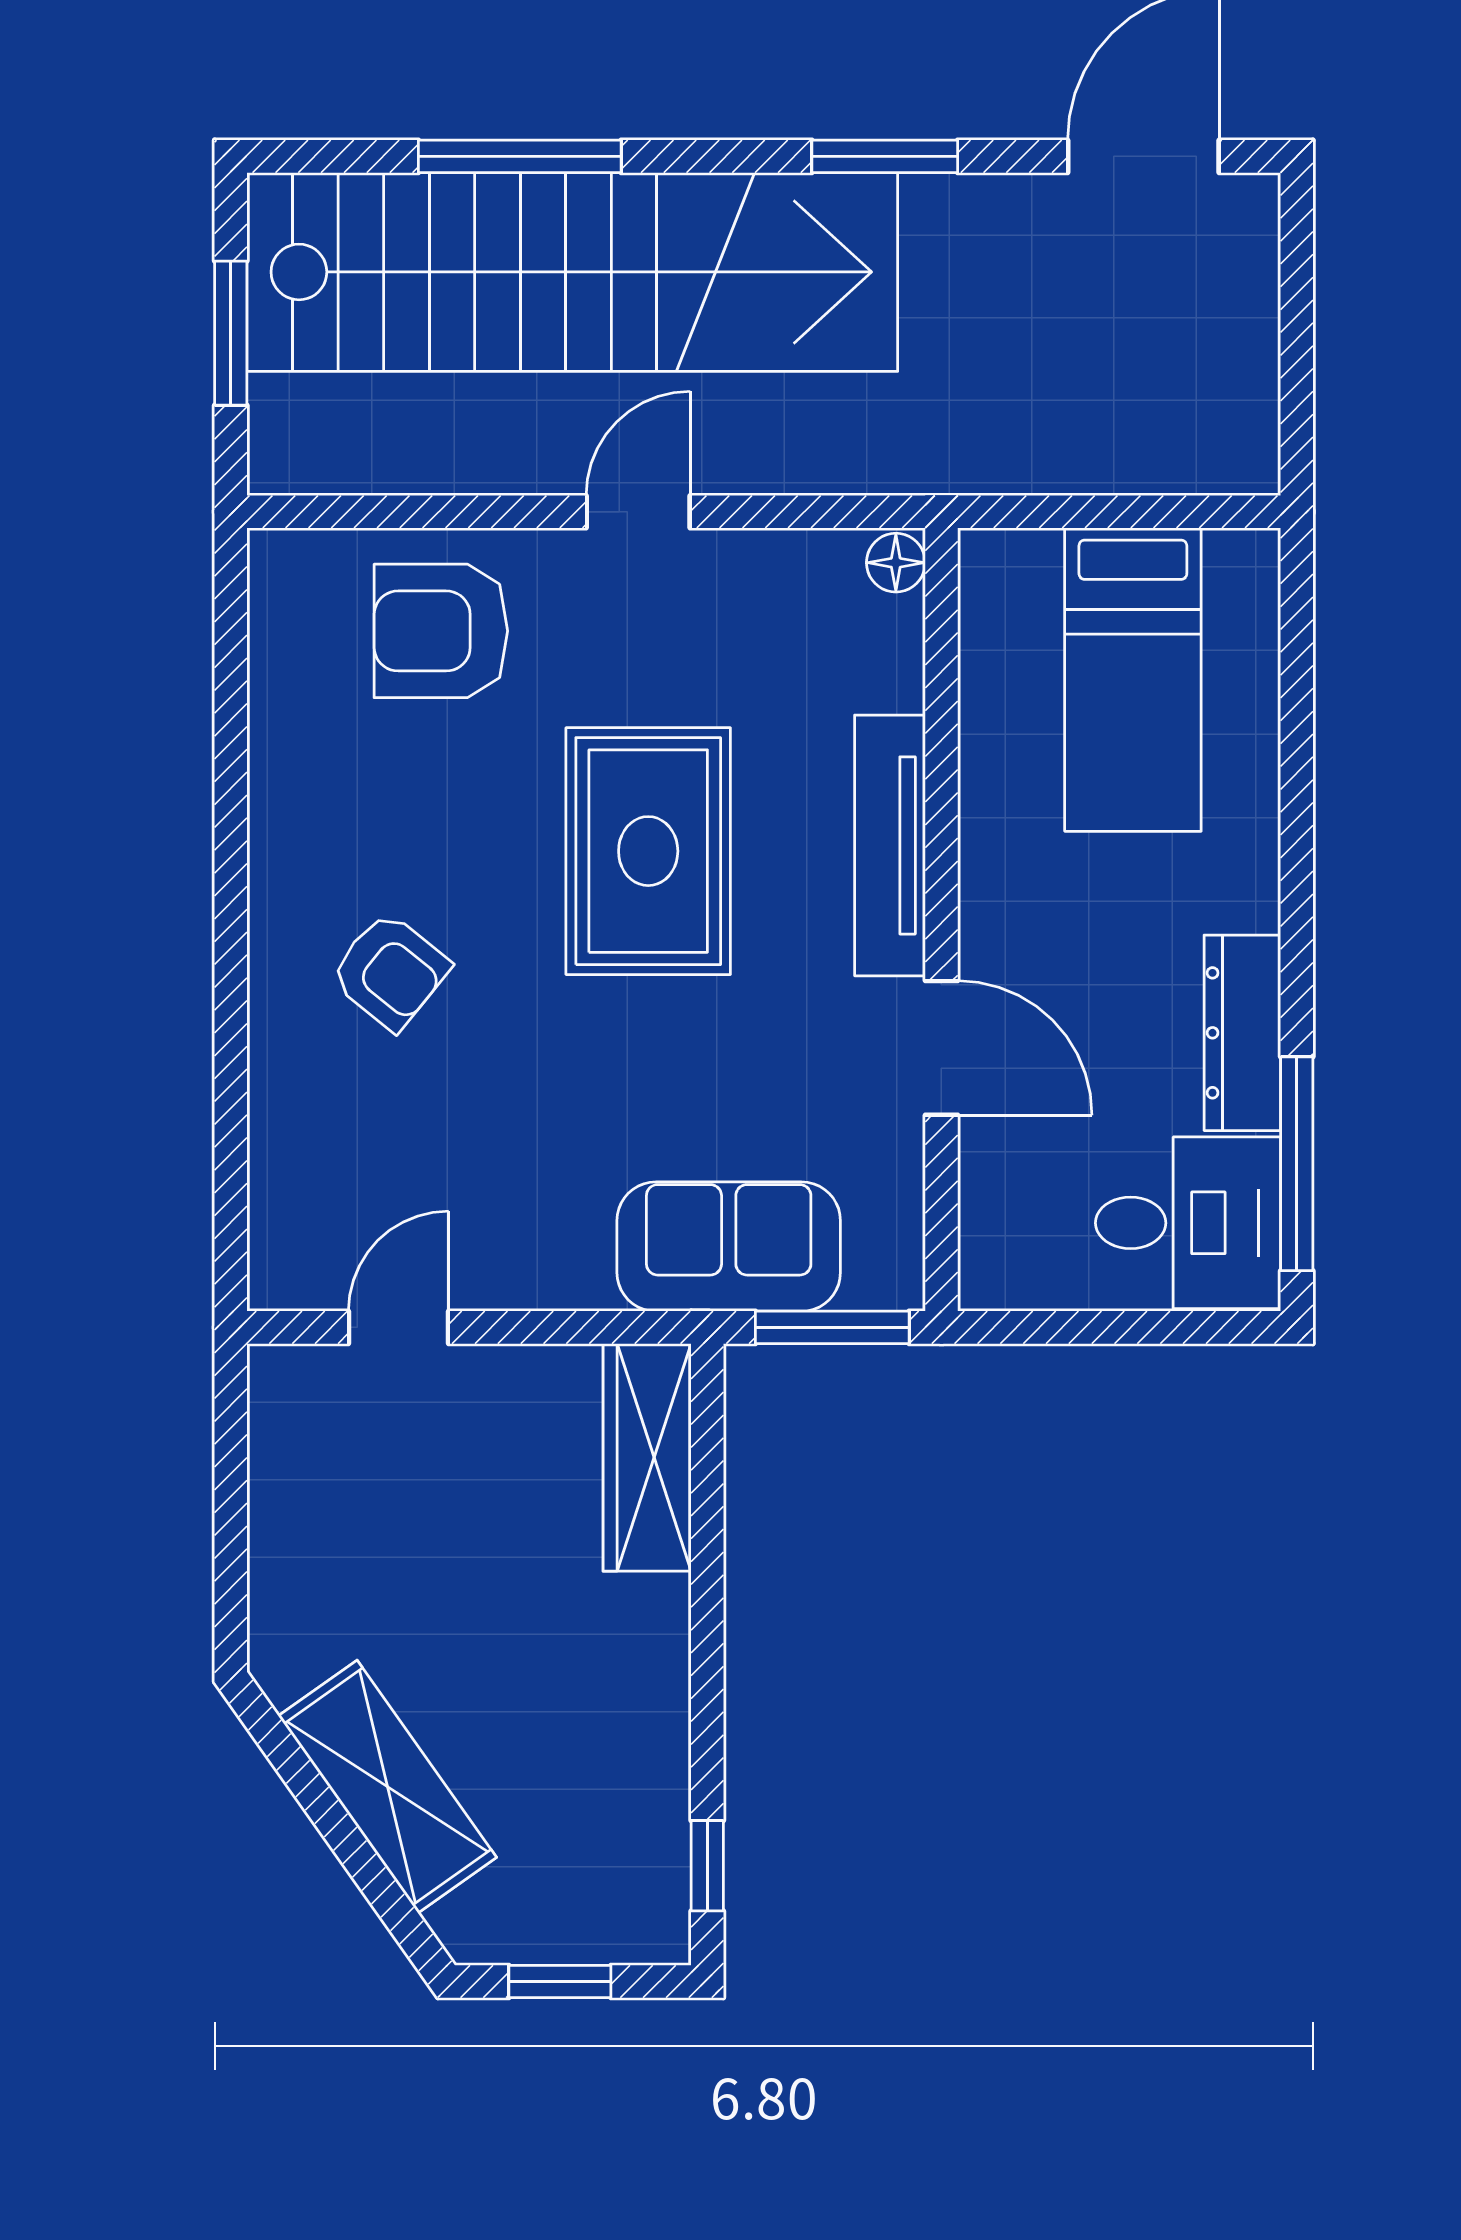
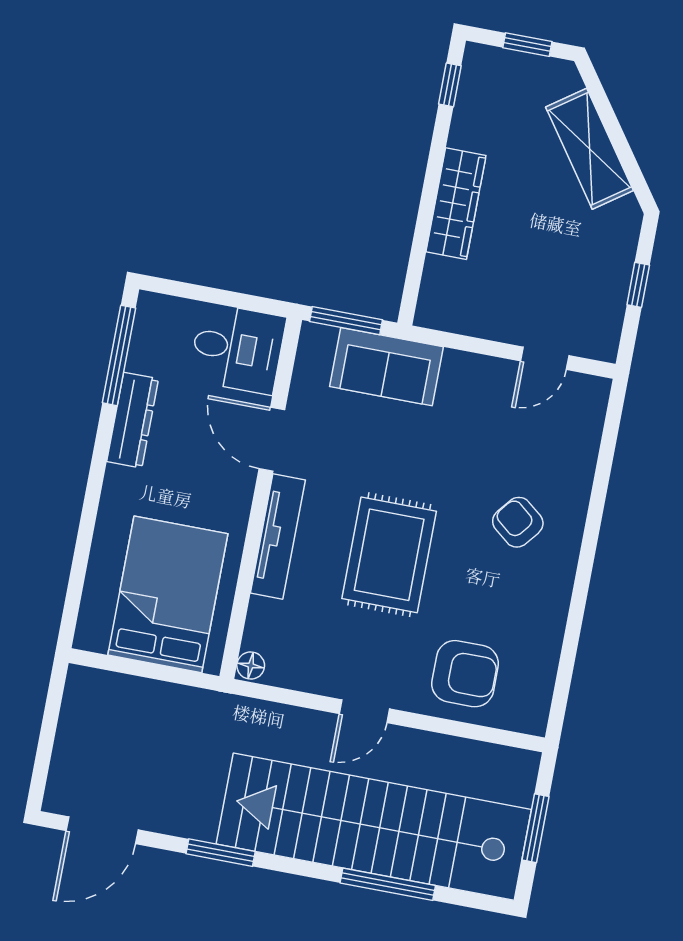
bed: (1133, 680) -> (168, 594), width x1.50
desk: (1188, 1223) -> (237, 349), moved, turned 180
wardrobe: (647, 1457) -> (456, 204), moved
window: (231, 1519) -> (638, 285), added

